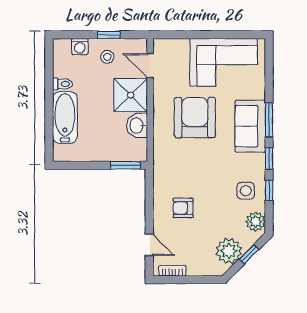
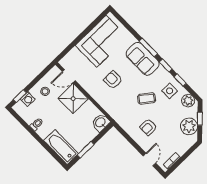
window: (109, 35) -> (20, 96), moved
bathtub: (65, 118) -> (61, 147), moved
armchair: (195, 118) -> (113, 80), width x0.53, depth x0.53
washbasin: (137, 125) -> (101, 123), moved, turned 90
window: (126, 165) -> (86, 150), moved
coffee table: (212, 174) -> (147, 99), added
door: (149, 245) -> (149, 160), hinge flipped

